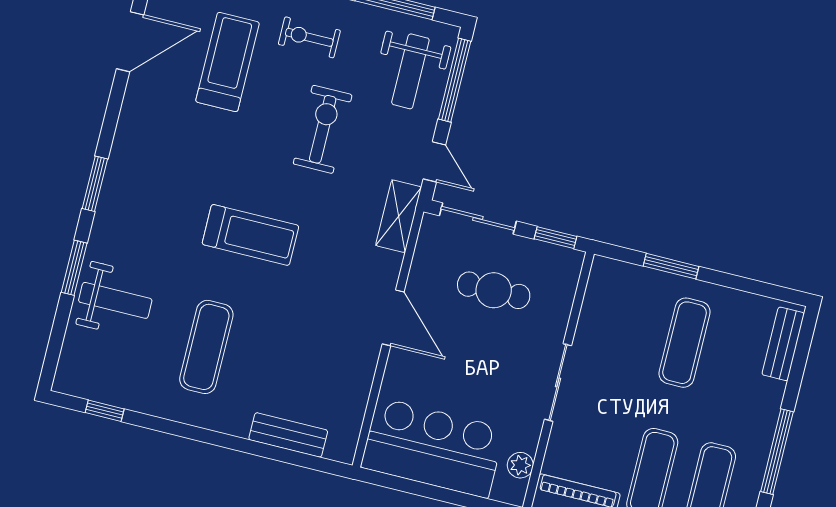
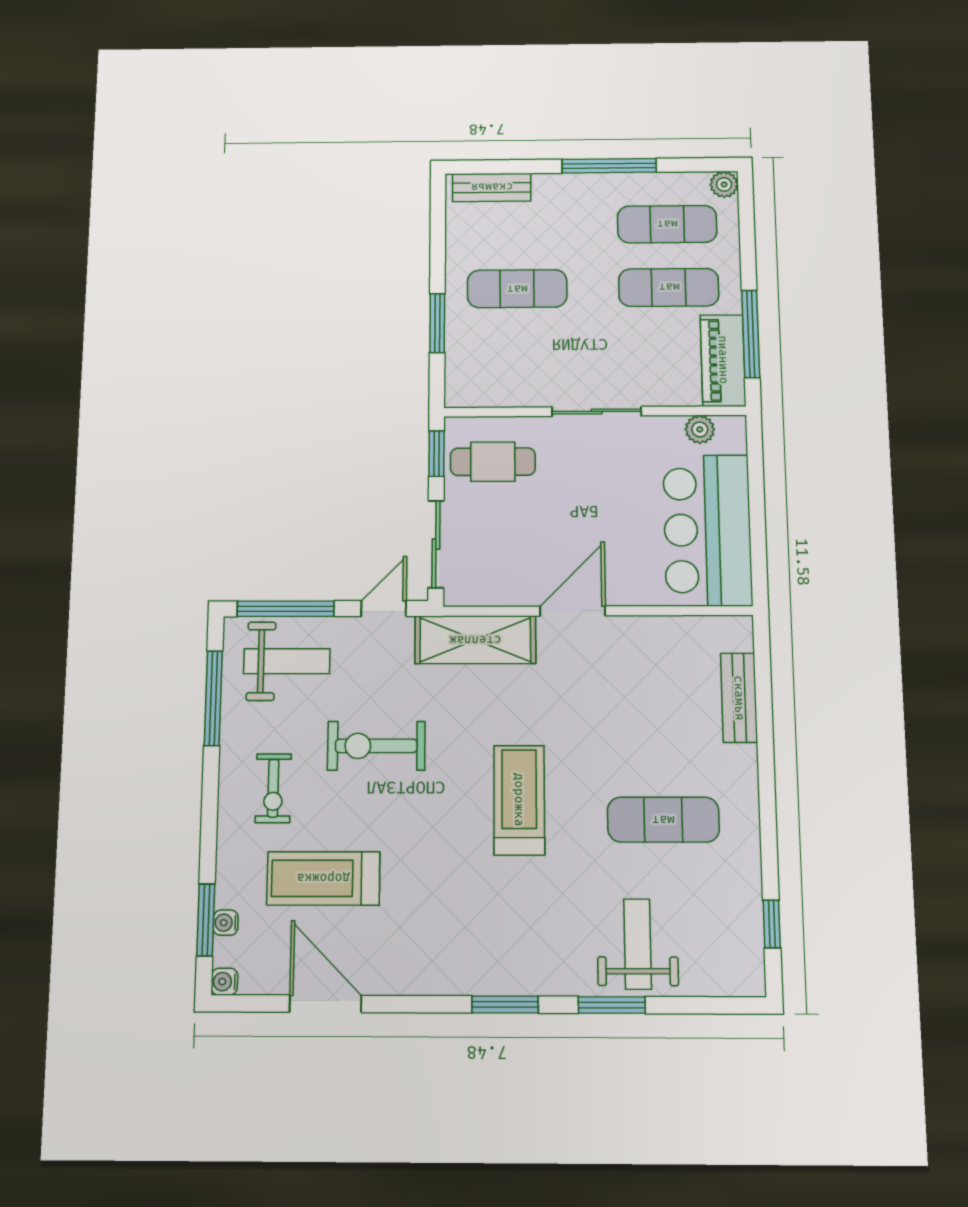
shelving: (399, 216) -> (475, 640), width x1.50, depth x1.33
cafe table: (494, 290) -> (493, 462), moved, turned 90

